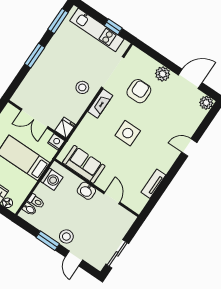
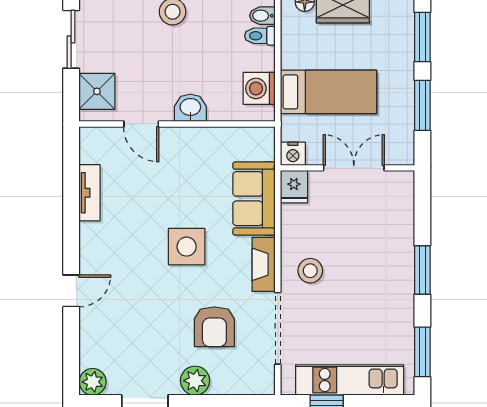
sofa: (84, 164) -> (254, 199), moved, turned 90
shower: (121, 224) -> (97, 91), added

